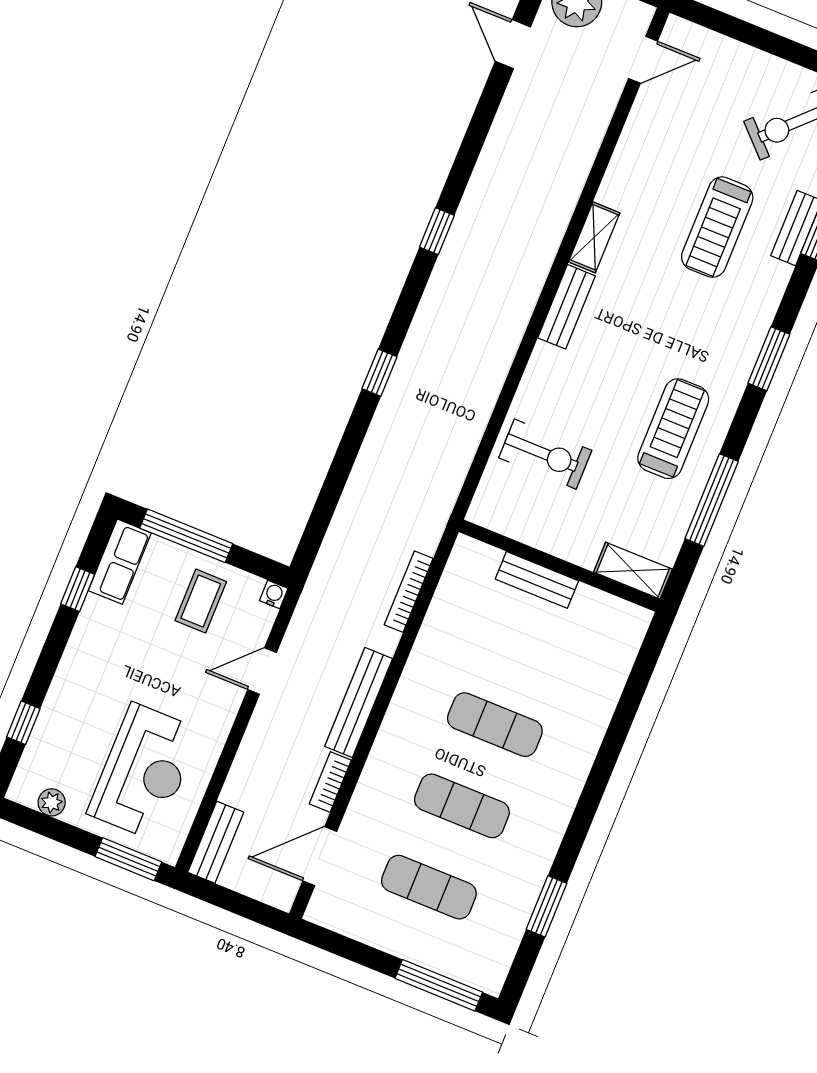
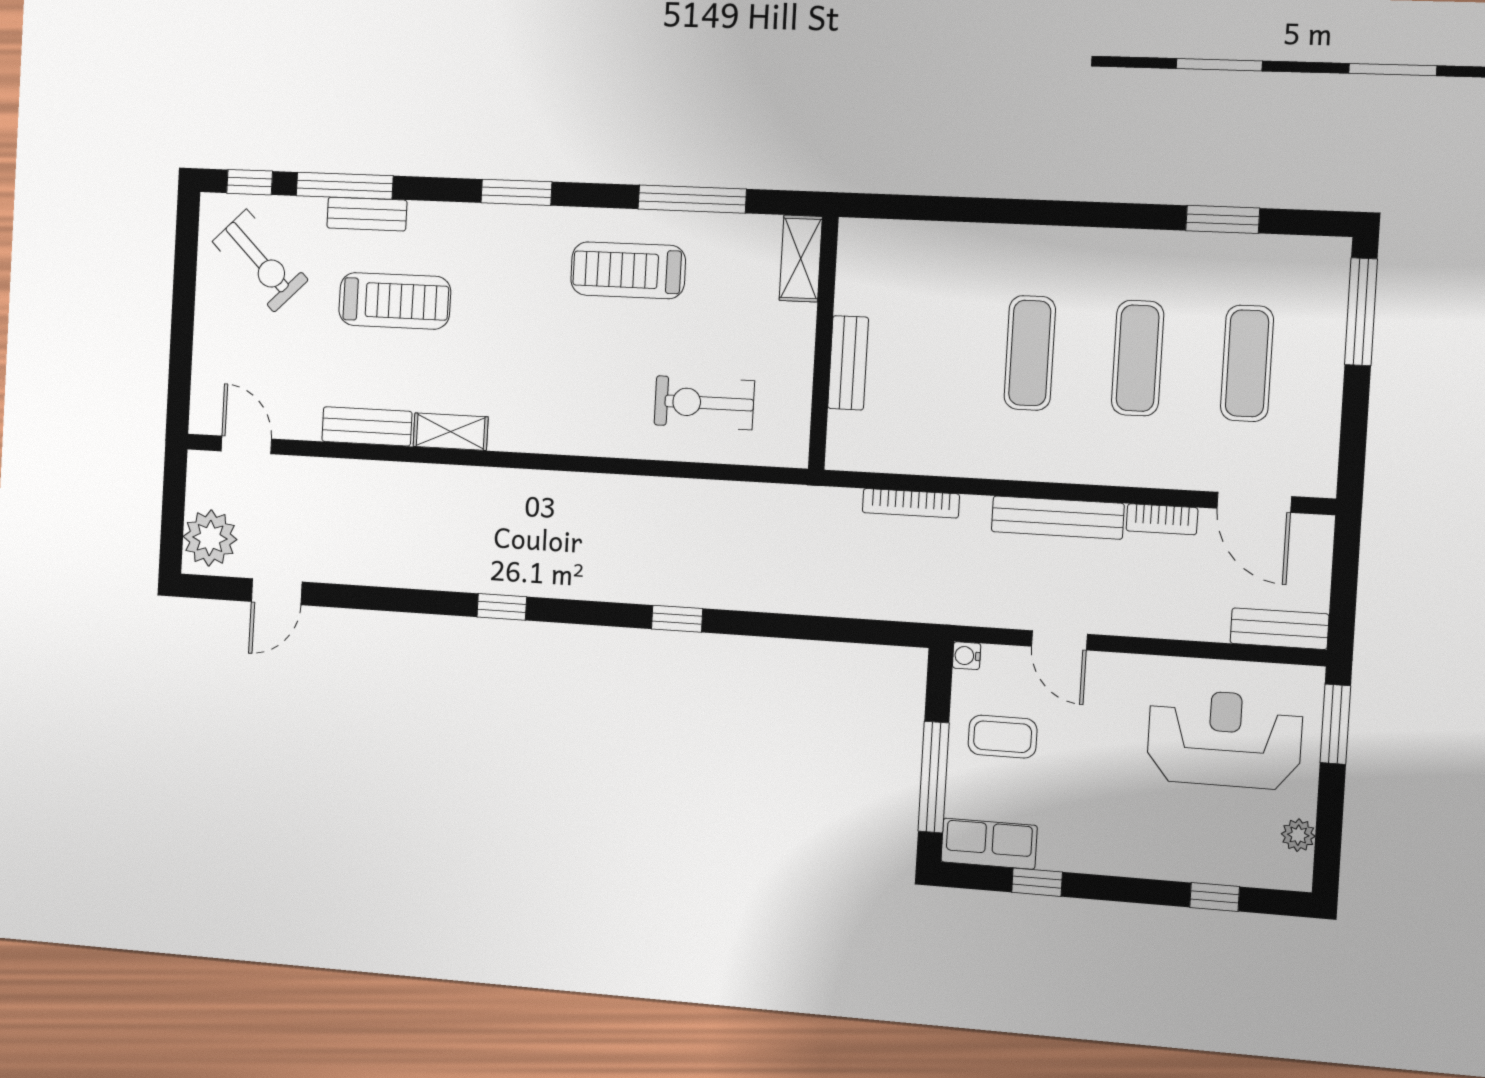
bench: (566, 307) -> (367, 426), moved
exercise bike: (545, 454) -> (704, 403), turned -90

